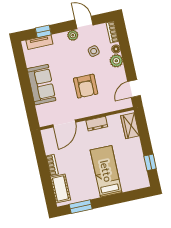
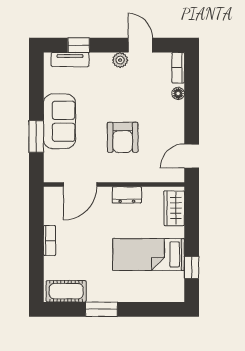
side table: (94, 51) -> (145, 89), removed
plant: (116, 61) -> (175, 111), removed
window: (28, 98) -> (36, 137), added
bed: (106, 171) -> (149, 254), moved, turned -90
cot: (61, 189) -> (66, 291), moved, turned 90
window: (81, 207) -> (101, 309), moved

